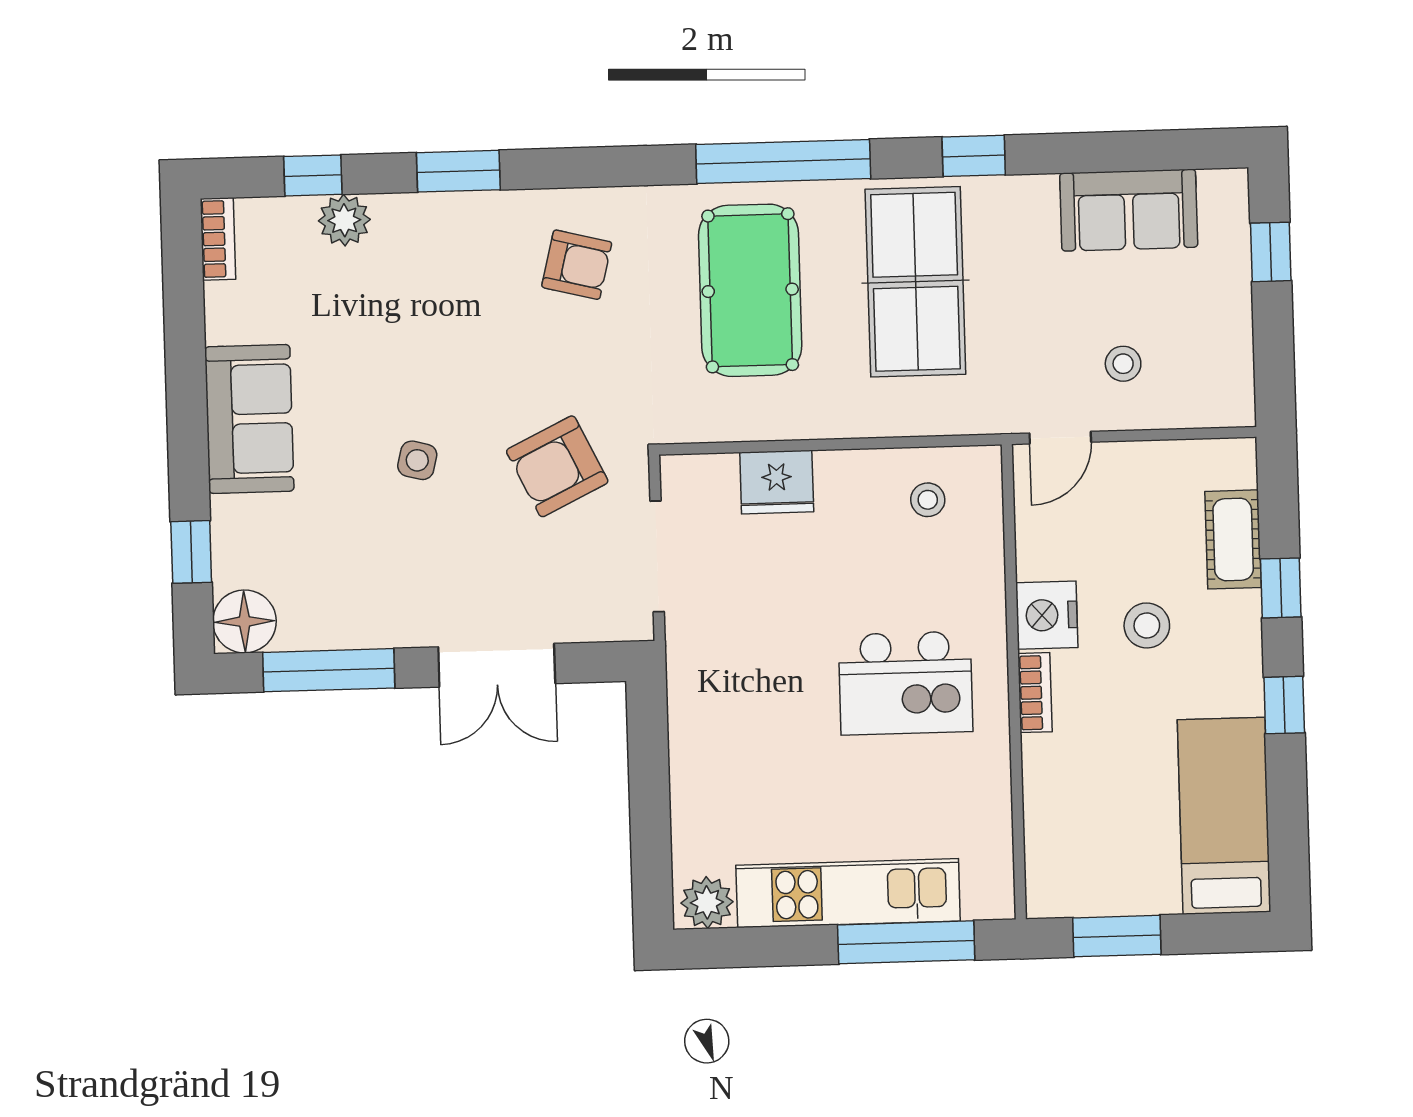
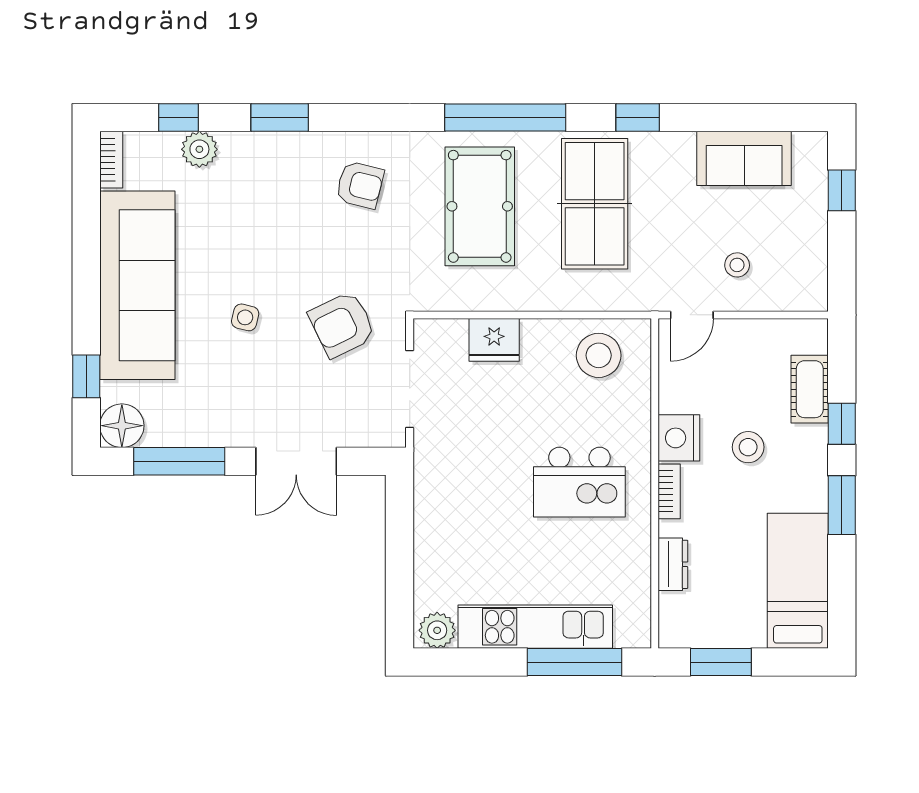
sofa: (249, 419) -> (137, 285), width x1.85, depth x1.27
stool: (928, 500) -> (599, 355), width x1.89, depth x1.89
window: (1284, 705) -> (842, 505), width x1.50
dresser: (1044, 797) -> (673, 564), added

